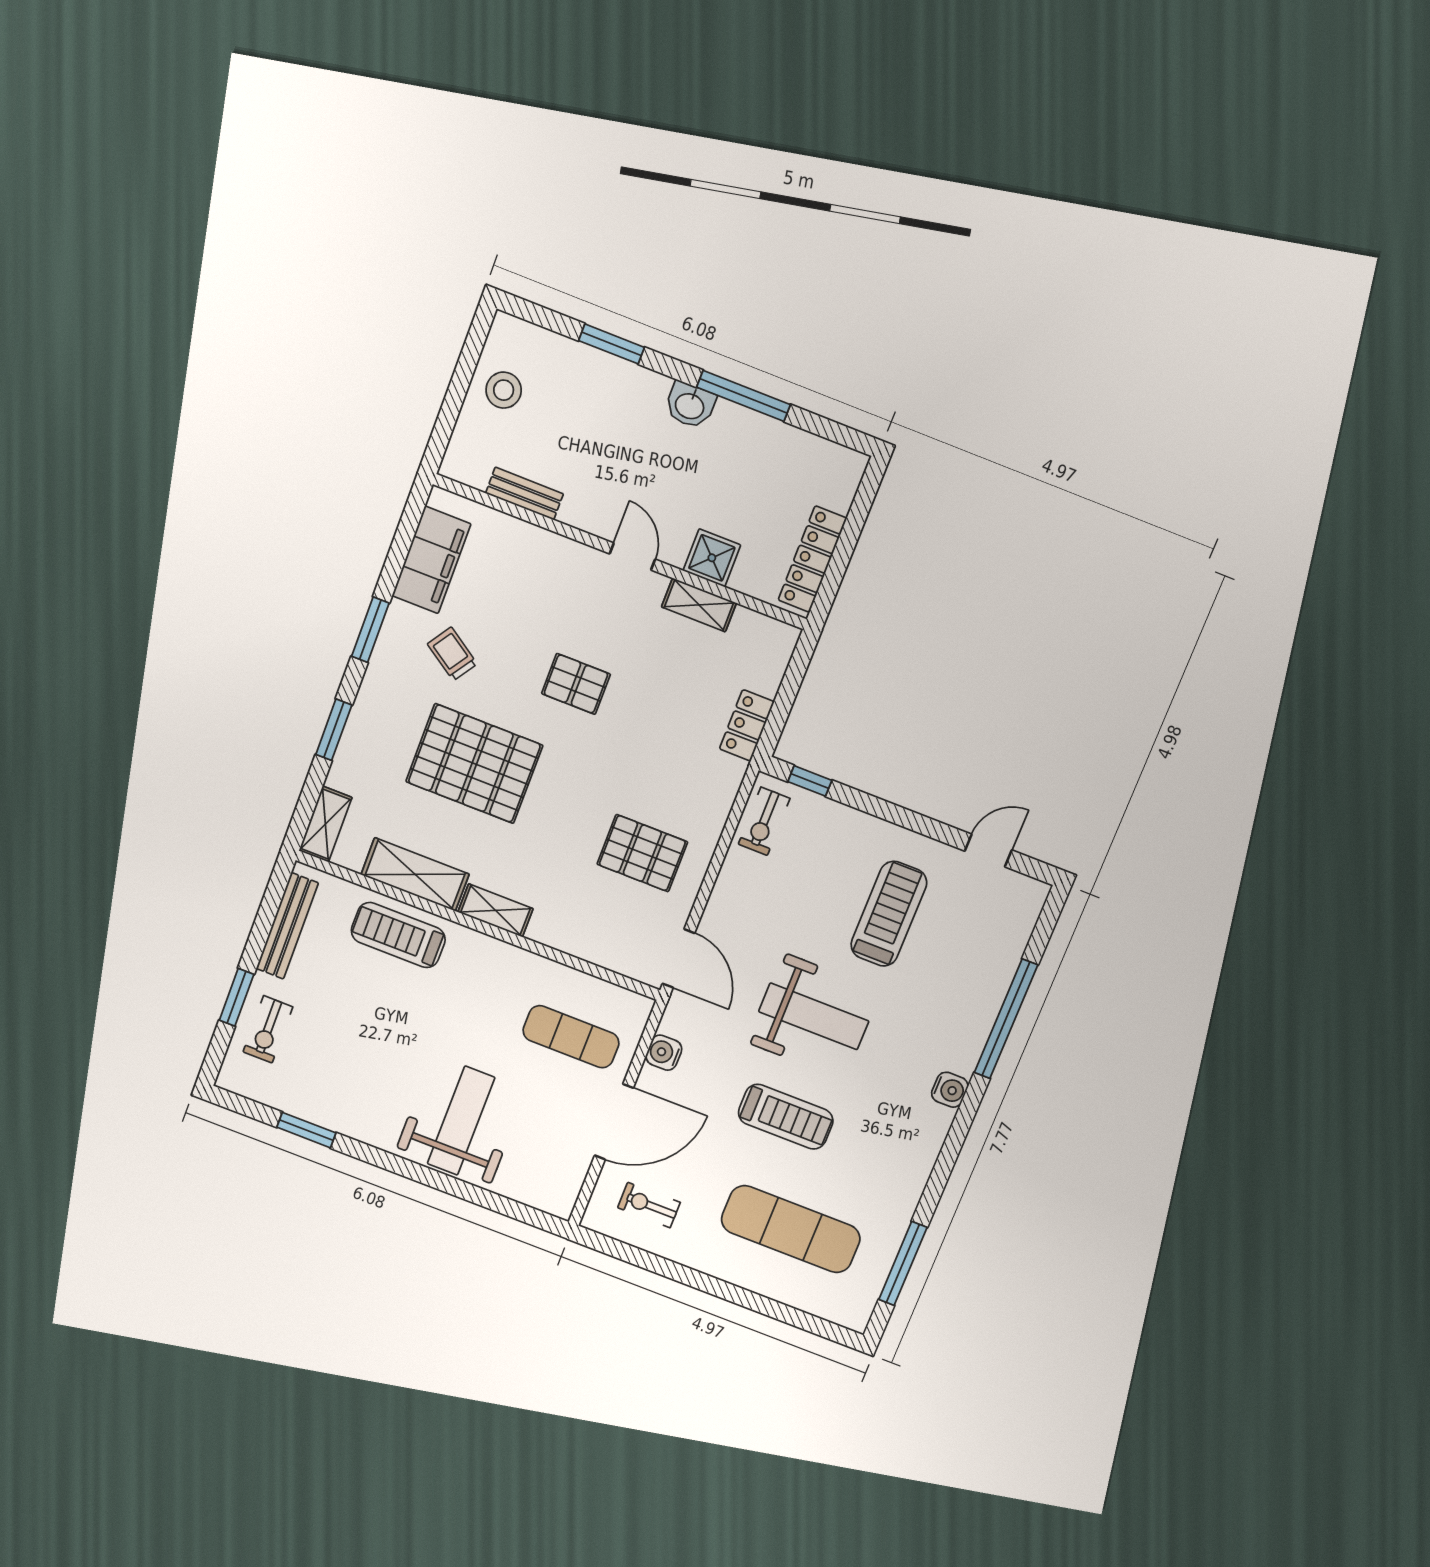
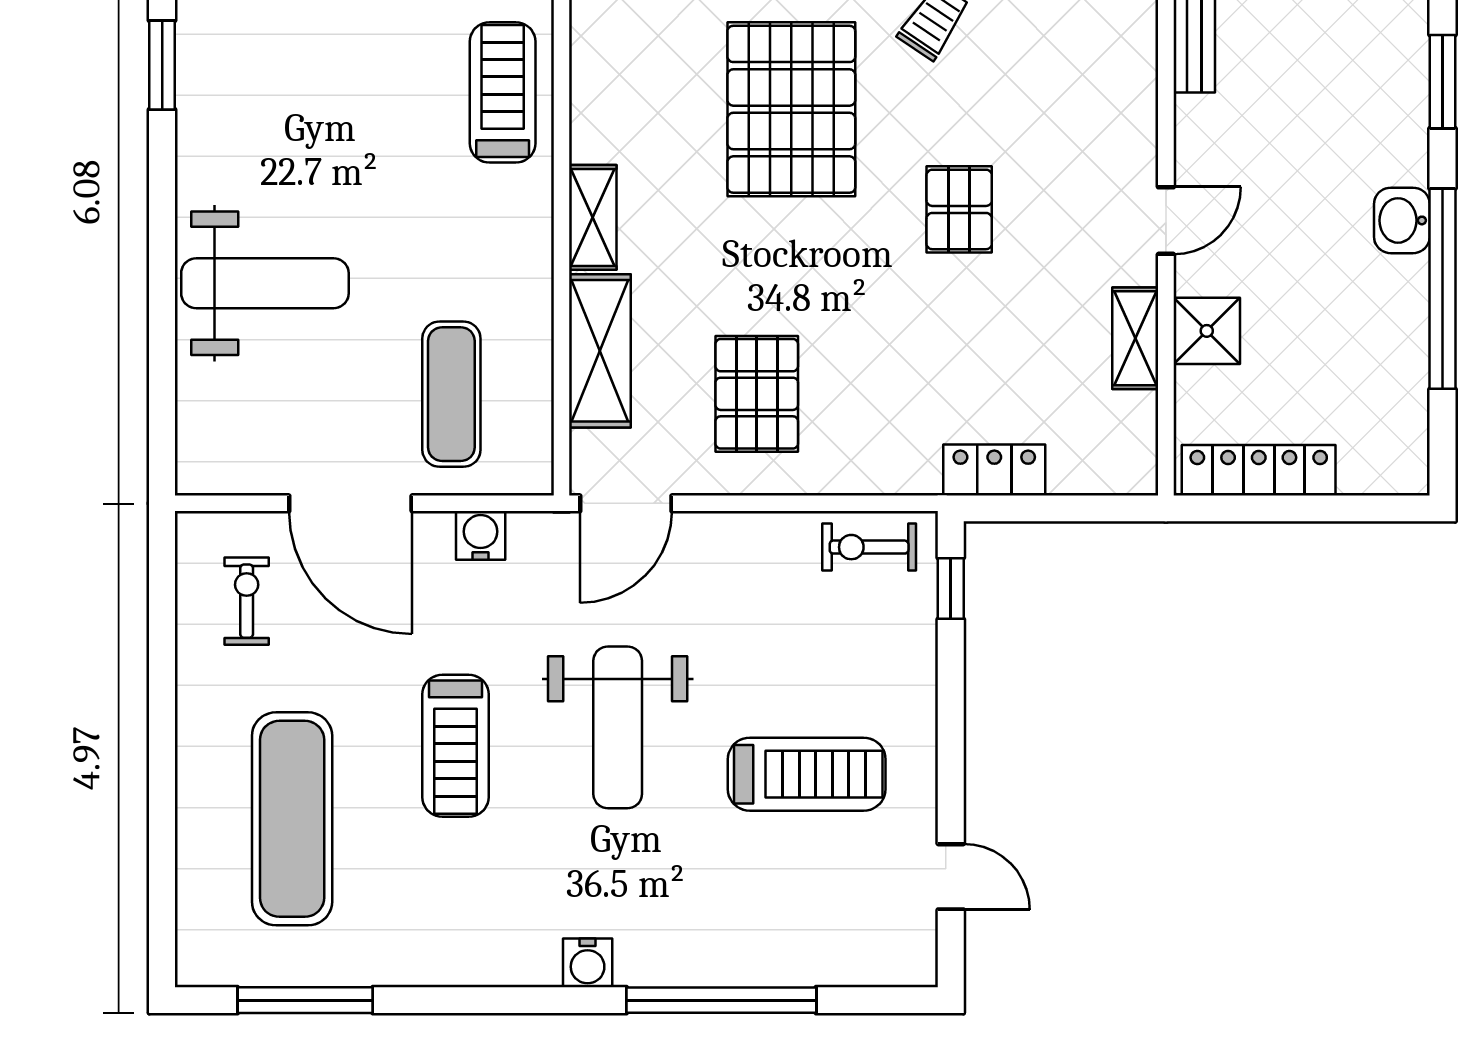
window: (744, 396) -> (1442, 289), width x1.46
shelving: (415, 874) -> (600, 351), moved

